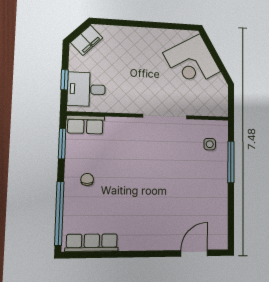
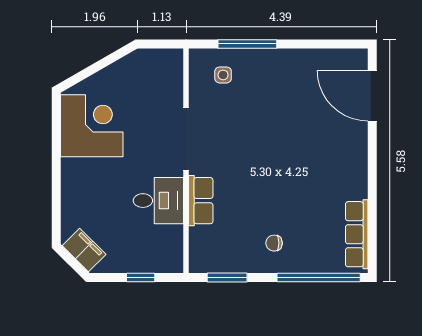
corner desk: (192, 62) -> (92, 126), moved, turned -60
desk: (86, 89) -> (158, 201), moved, turned -90
row of seats: (85, 125) -> (201, 201), moved
door: (194, 253) -> (372, 96), width x1.36

